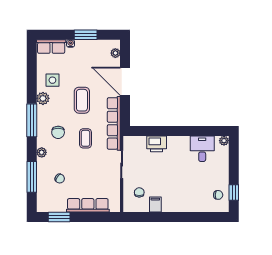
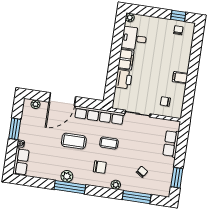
side table: (52, 80) -> (52, 165), removed
window: (32, 120) -> (70, 187), moved
filing cabinet: (178, 143) -> (126, 59), added
row of seats: (88, 205) -> (171, 144), width x0.68
filing cabinet: (155, 205) -> (180, 78), moved

